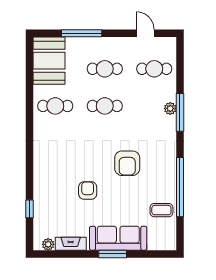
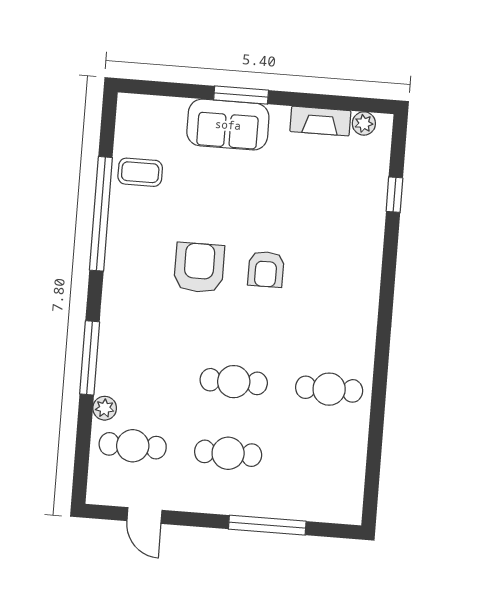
booth: (49, 61) -> (334, 477), removed
plant: (170, 108) -> (105, 408), moved
armchair: (88, 190) -> (266, 269), moved
sofa: (118, 238) -> (228, 125), width x0.73

